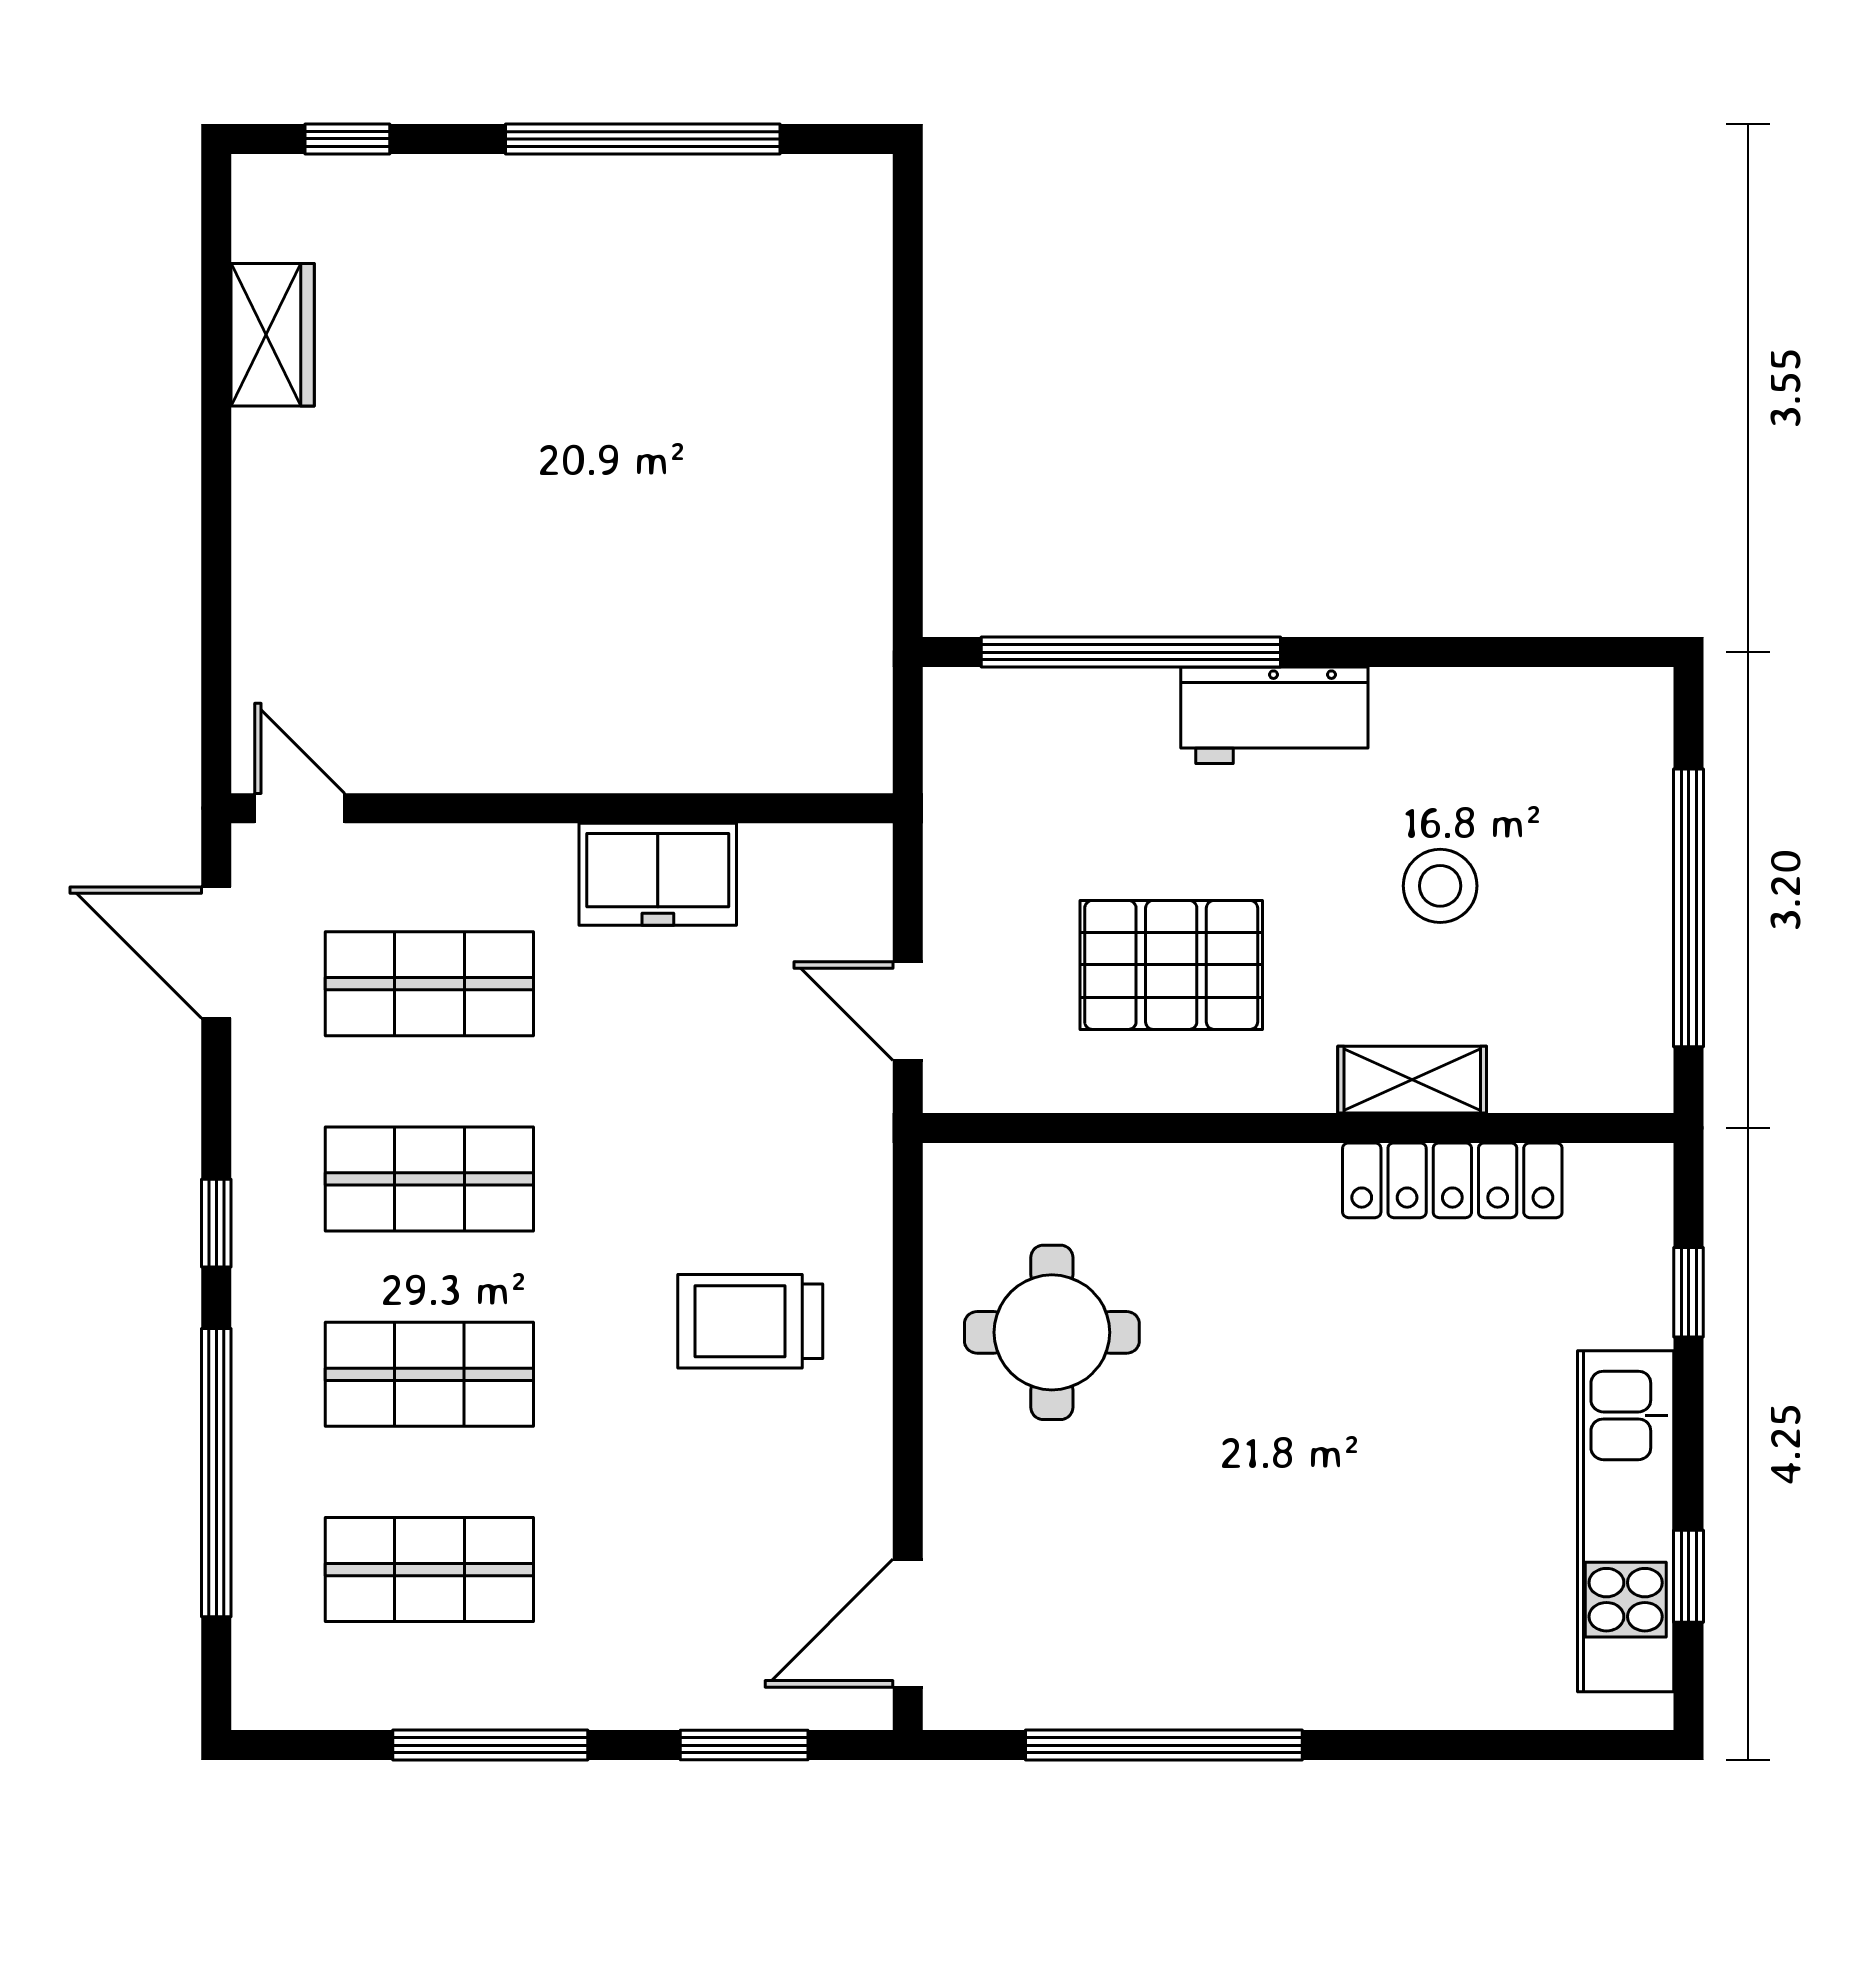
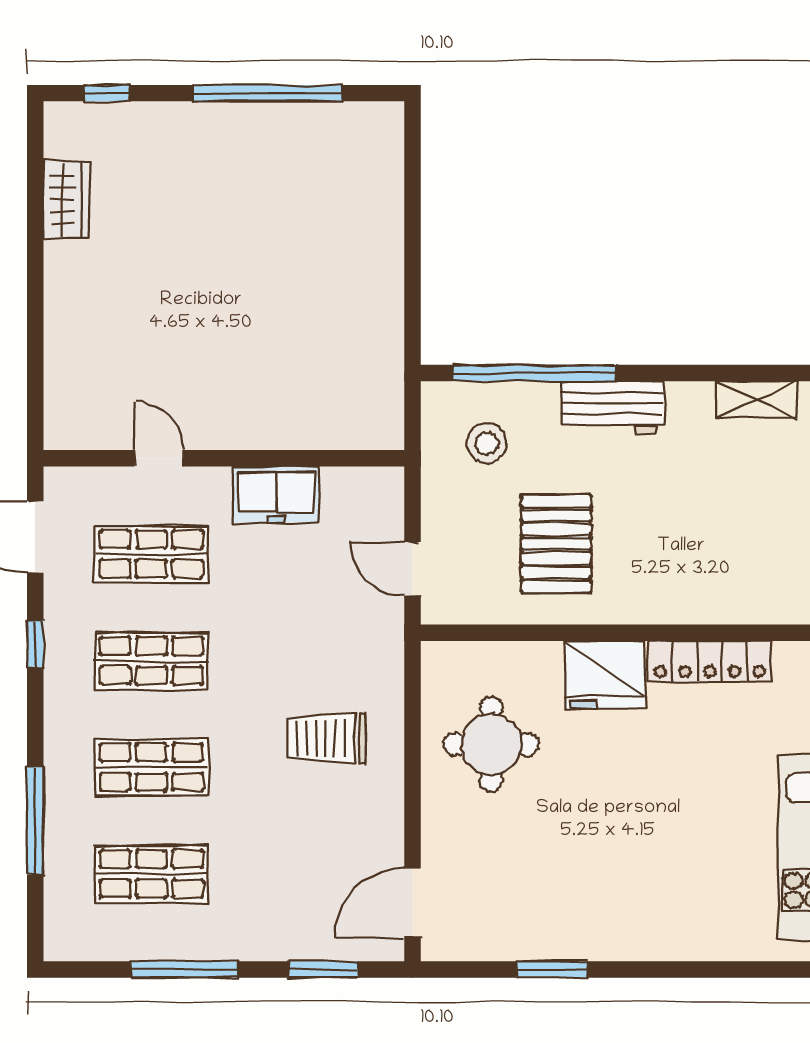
door: (300, 808) -> (159, 458), moved
stool: (1440, 886) -> (487, 443), moved
pallet: (1171, 965) -> (556, 544), turned 90
shelving: (1412, 1080) -> (756, 399), moved
fridge: (1260, 1205) -> (605, 675), added
window: (216, 1223) -> (35, 644), moved
window: (216, 1473) -> (35, 821), width x0.68
window: (1164, 1745) -> (552, 970), width x0.47

